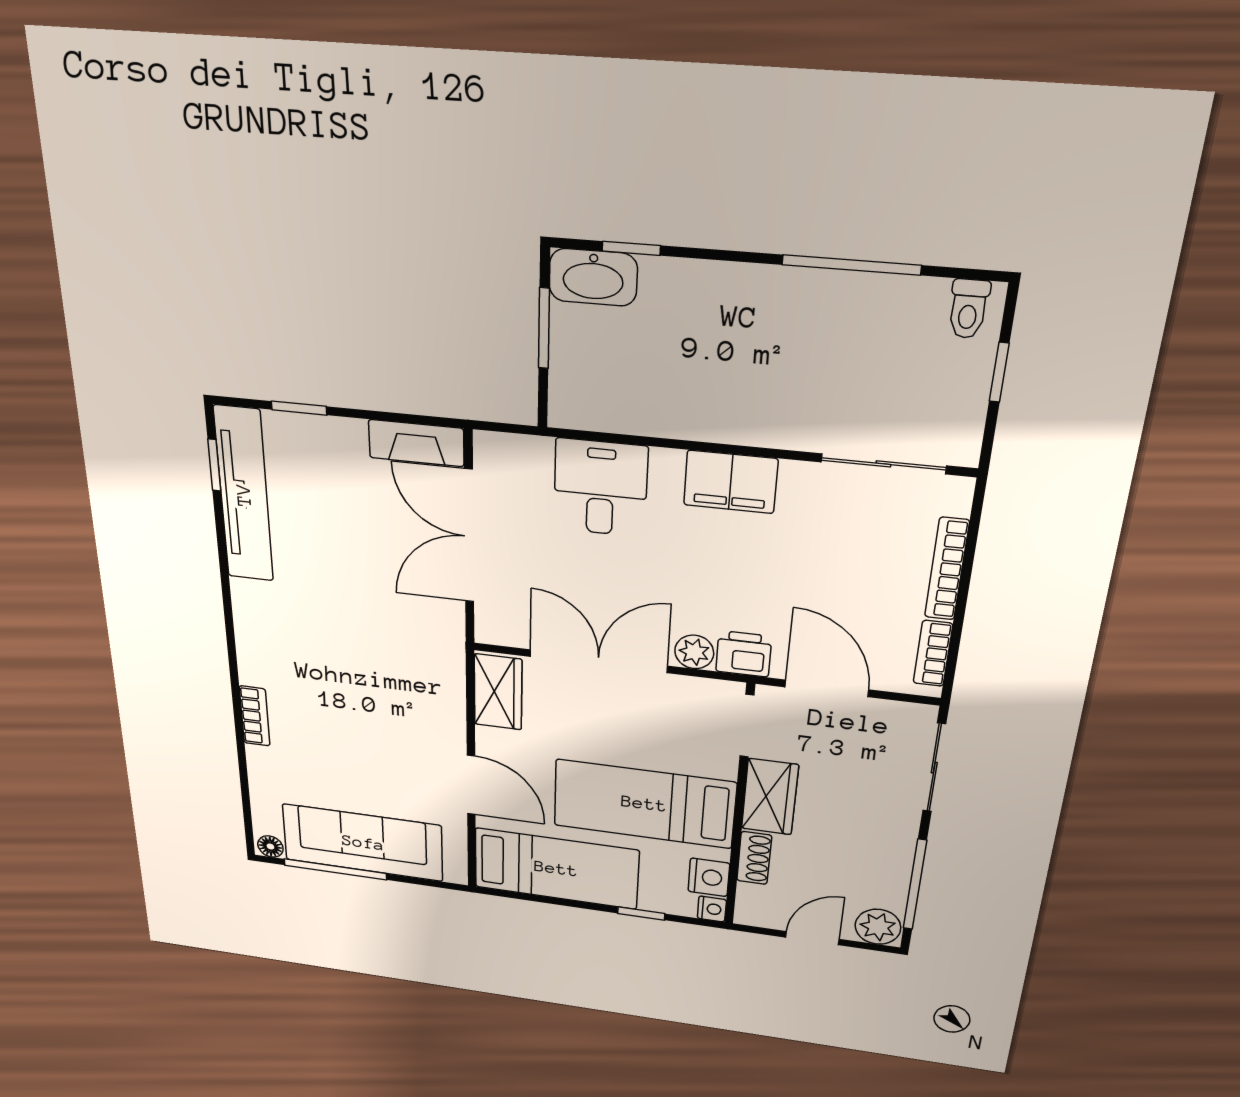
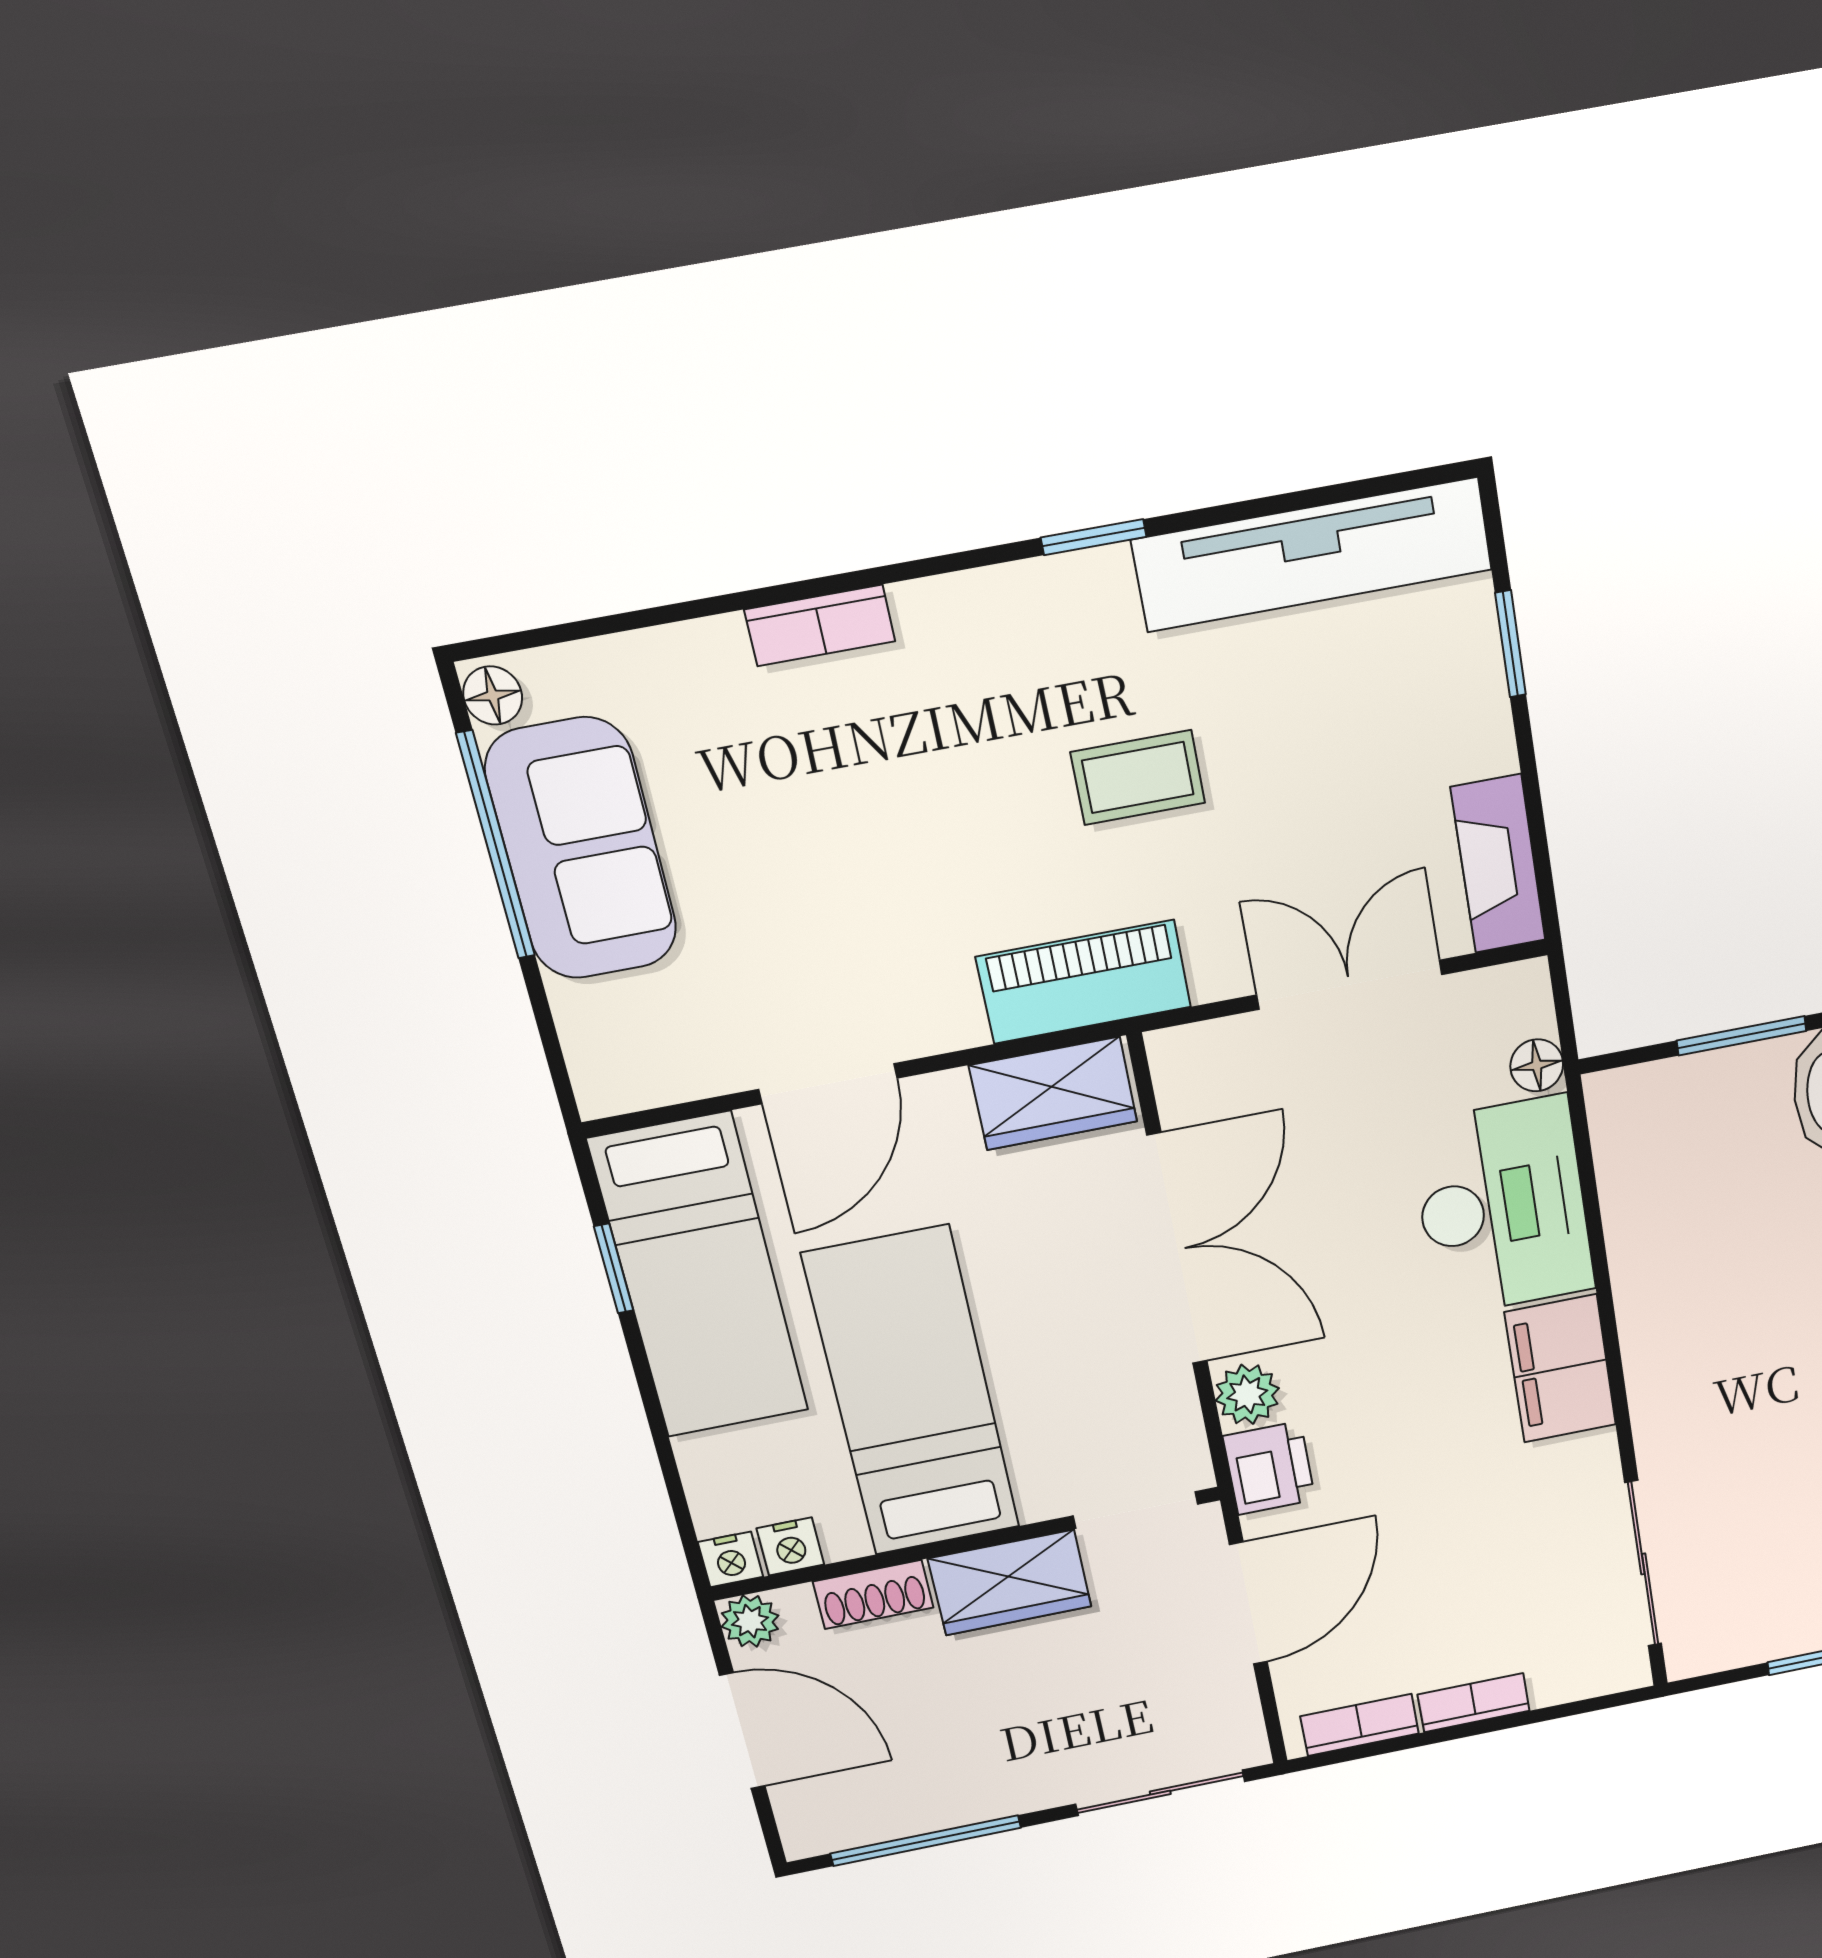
floor lamp: (536, 450) -> (1537, 1065), added
window: (214, 465) -> (1094, 537), moved
desk: (600, 488) -> (1502, 1207), width x1.37
double door: (469, 536) -> (1349, 985), width x0.73
bookcase: (947, 569) -> (1474, 1703), width x0.64
coffee table: (343, 606) -> (1138, 778), added
piano: (442, 661) -> (1084, 982), added
sofa: (363, 843) -> (581, 849), width x0.73
nightstand: (709, 877) -> (790, 1547), width x0.72, depth x0.74
window: (641, 913) -> (614, 1269), moved
plant: (878, 927) -> (750, 1621), moved, width x0.73, depth x0.73
door: (812, 938) -> (742, 1731), width x1.38

